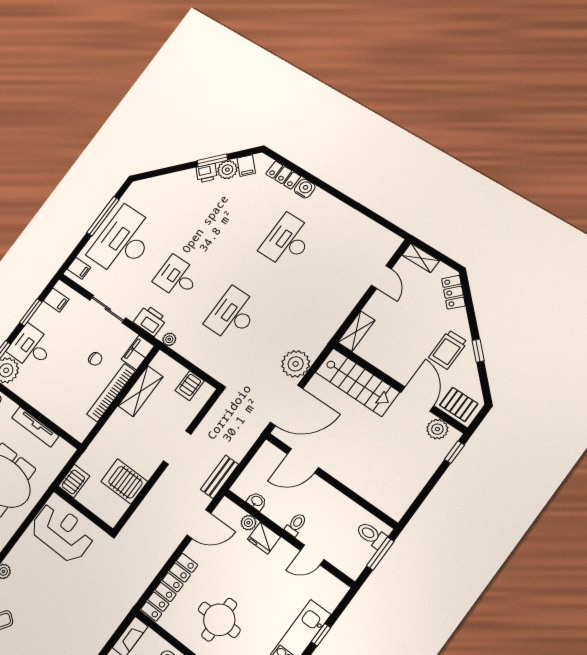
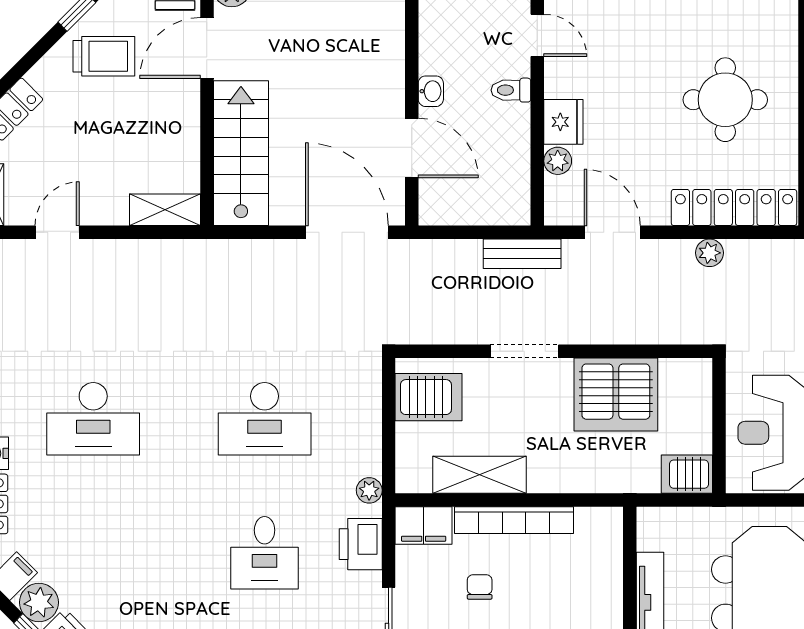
plant: (296, 364) -> (709, 253), moved, width x0.53, depth x0.53
server rack: (190, 386) -> (429, 397), width x1.36, depth x1.44
server rack: (124, 481) -> (616, 394), width x1.60
washbasin: (257, 501) -> (431, 91), moved, turned 180

